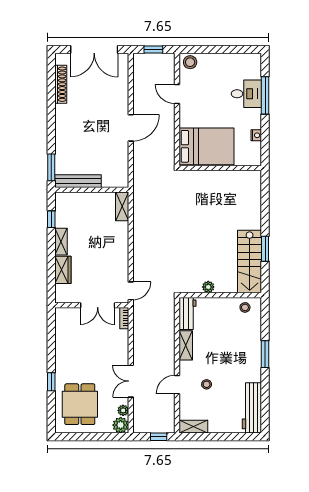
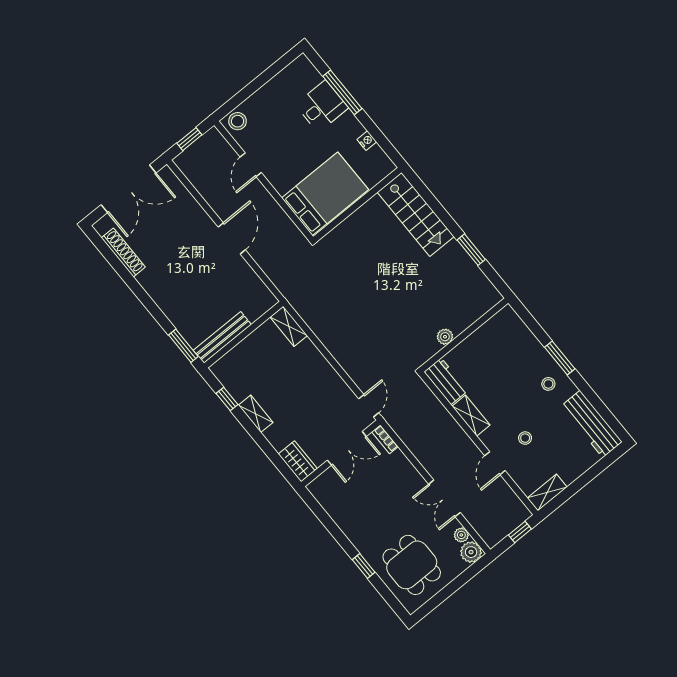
door: (177, 94) -> (251, 165), hinge flipped
stairs: (250, 261) -> (416, 214), moved
wardrobe: (63, 270) -> (298, 461), moved
stool: (245, 307) -> (548, 384), moved

